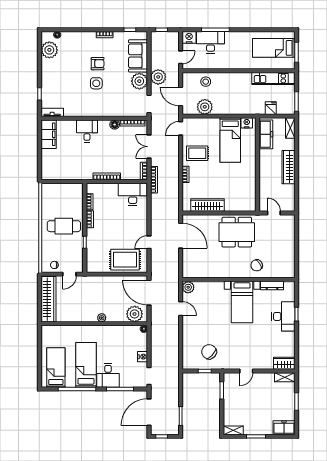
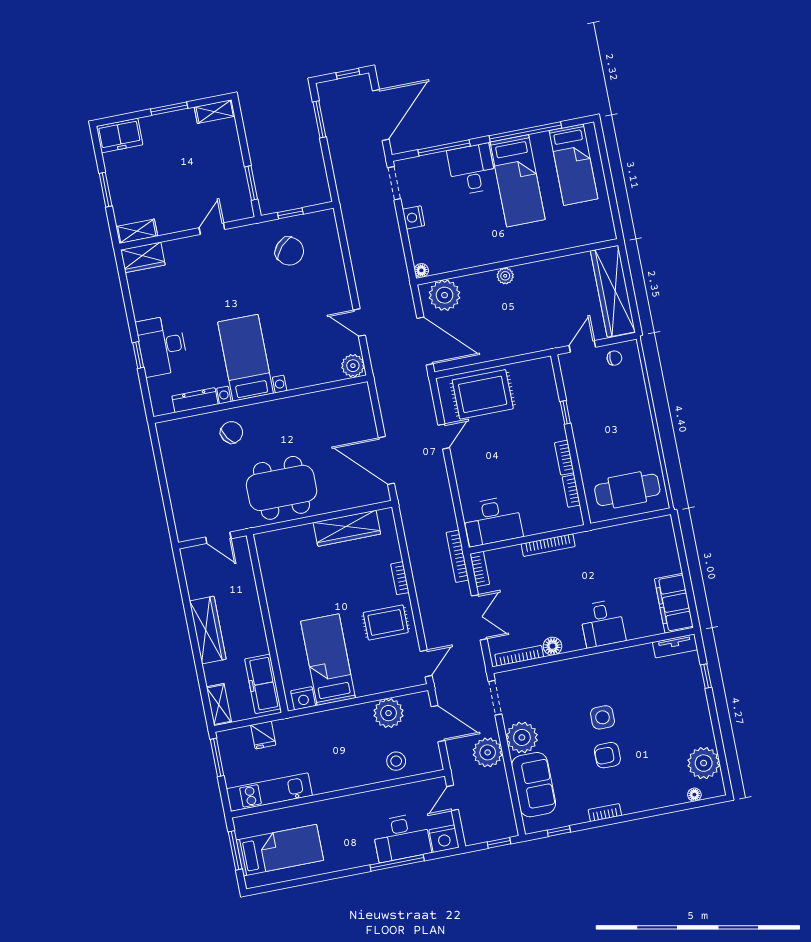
cafe table: (64, 226) -> (627, 490), moved

